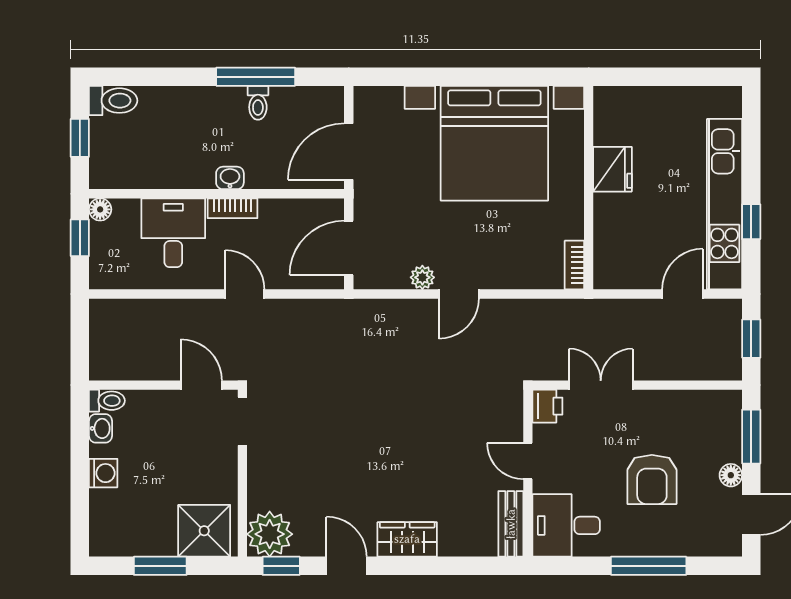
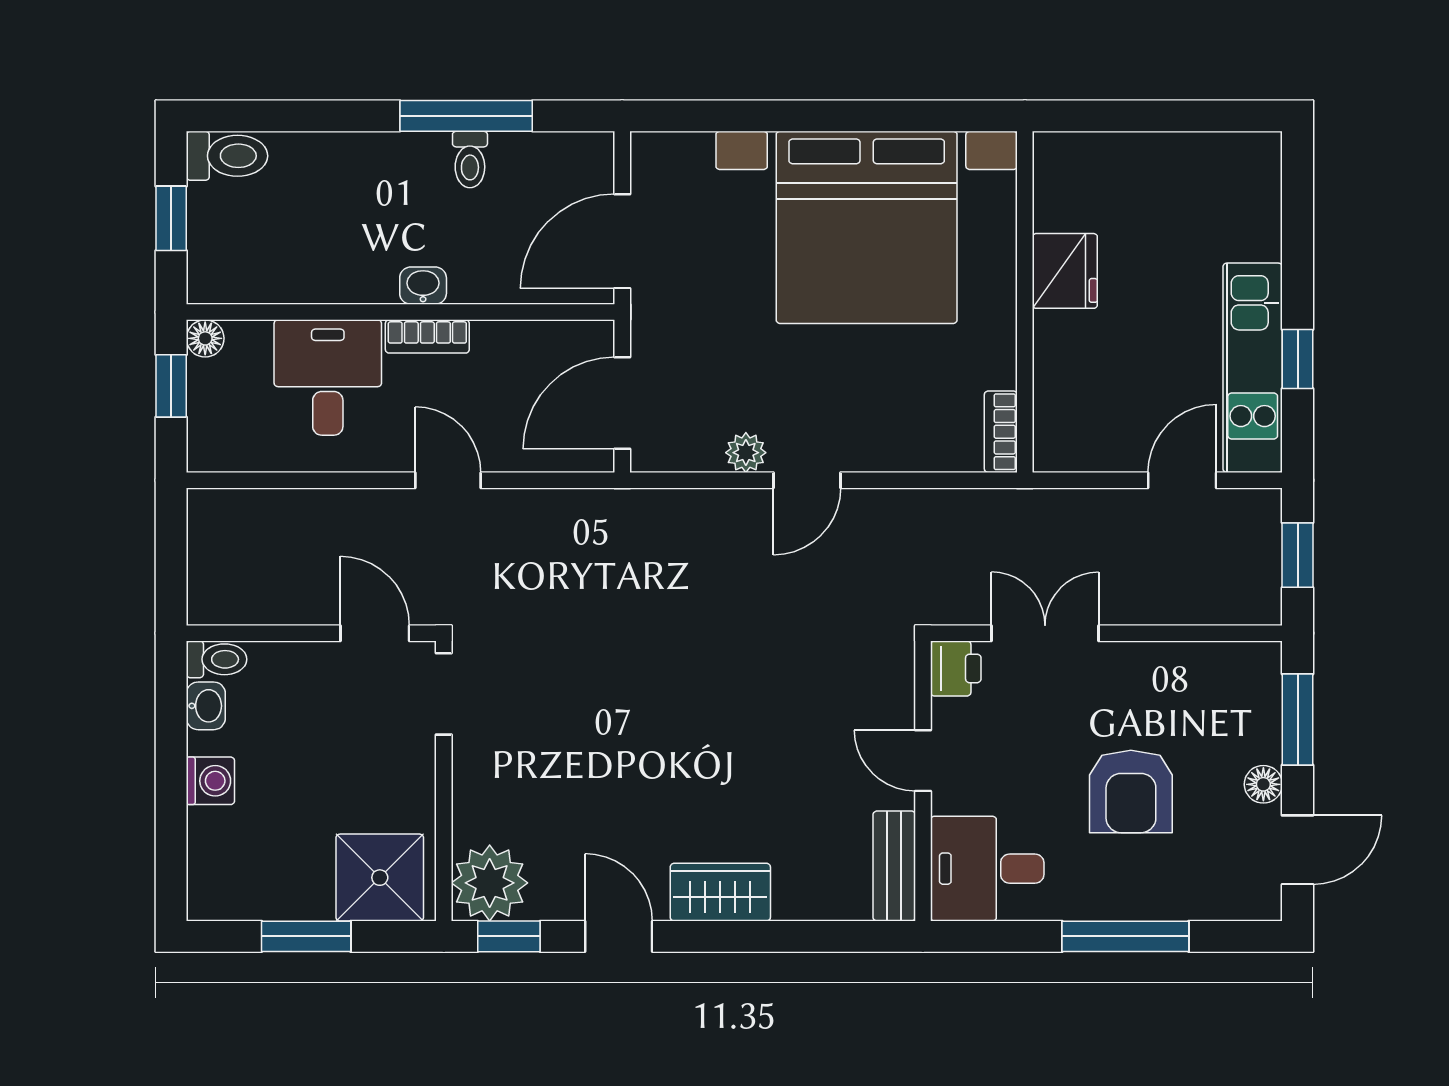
kitchen unit: (724, 204) -> (1253, 368), width x0.73

